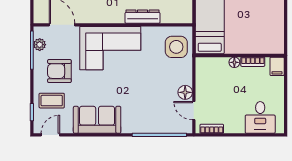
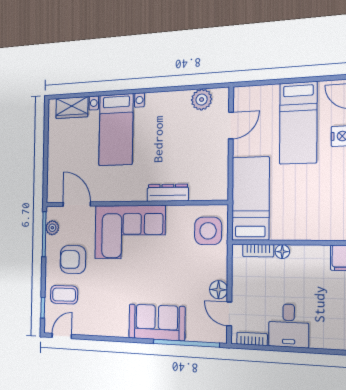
bookcase: (253, 62) -> (258, 251), moved
desk: (260, 117) -> (289, 326), moved
sofa: (97, 120) -> (157, 322), moved

